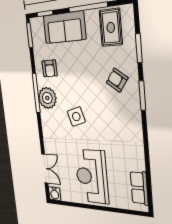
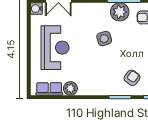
plant: (137, 161) -> (70, 88), added
reception desk: (92, 176) -> (55, 48), turned 90

